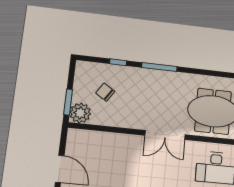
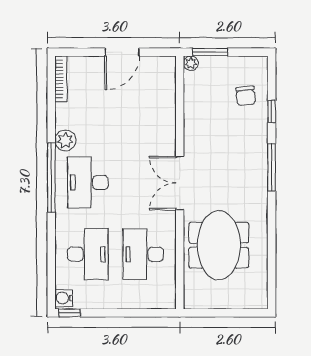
chair: (105, 92) -> (246, 96), moved, turned 141
plant: (80, 113) -> (191, 63), width x0.53, depth x0.53

